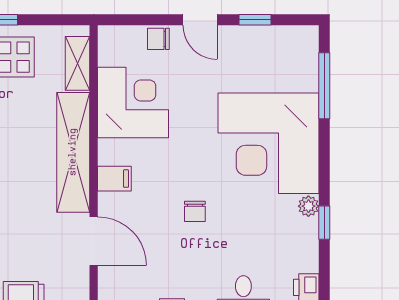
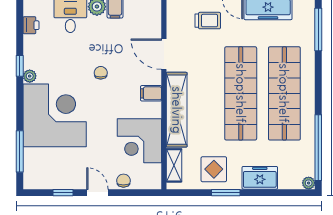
chair: (158, 39) -> (123, 181), turned -90

